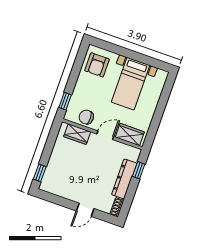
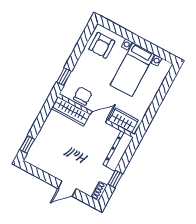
chair: (86, 117) -> (83, 96), turned 90
wardrobe: (77, 134) -> (71, 111), width x1.50
window: (139, 170) -> (115, 179), moved
dresser: (124, 179) -> (118, 151), moved

